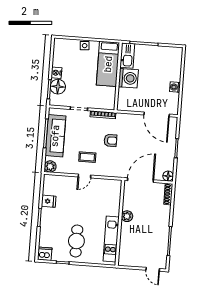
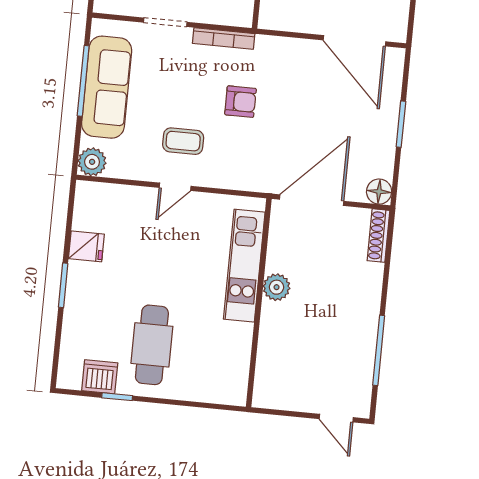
kitchen unit: (111, 239) -> (244, 266), moved
dishwasher: (45, 254) -> (100, 377), moved

